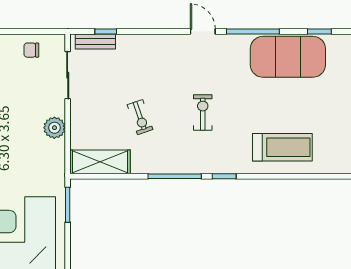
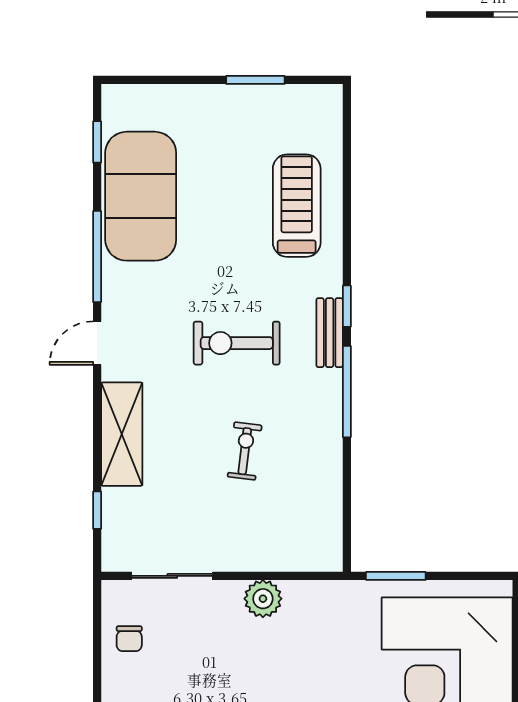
bench: (95, 41) -> (330, 333), moved
exercise bike: (203, 112) -> (237, 343), width x1.38, depth x1.39
exercise bike: (140, 117) -> (245, 451), turned -64
shelving: (100, 162) -> (122, 434), moved

